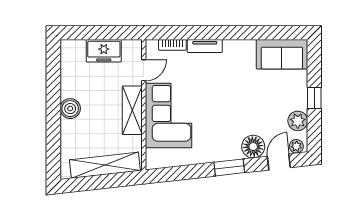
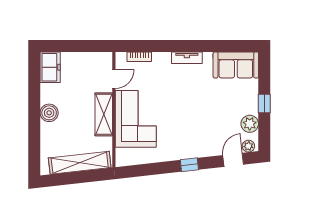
tv unit: (205, 46) -> (187, 58), moved
freezer: (104, 51) -> (50, 67), moved, turned -90
floor lamp: (253, 147) -> (210, 146), removed
window: (229, 167) -> (189, 165), width x0.67

